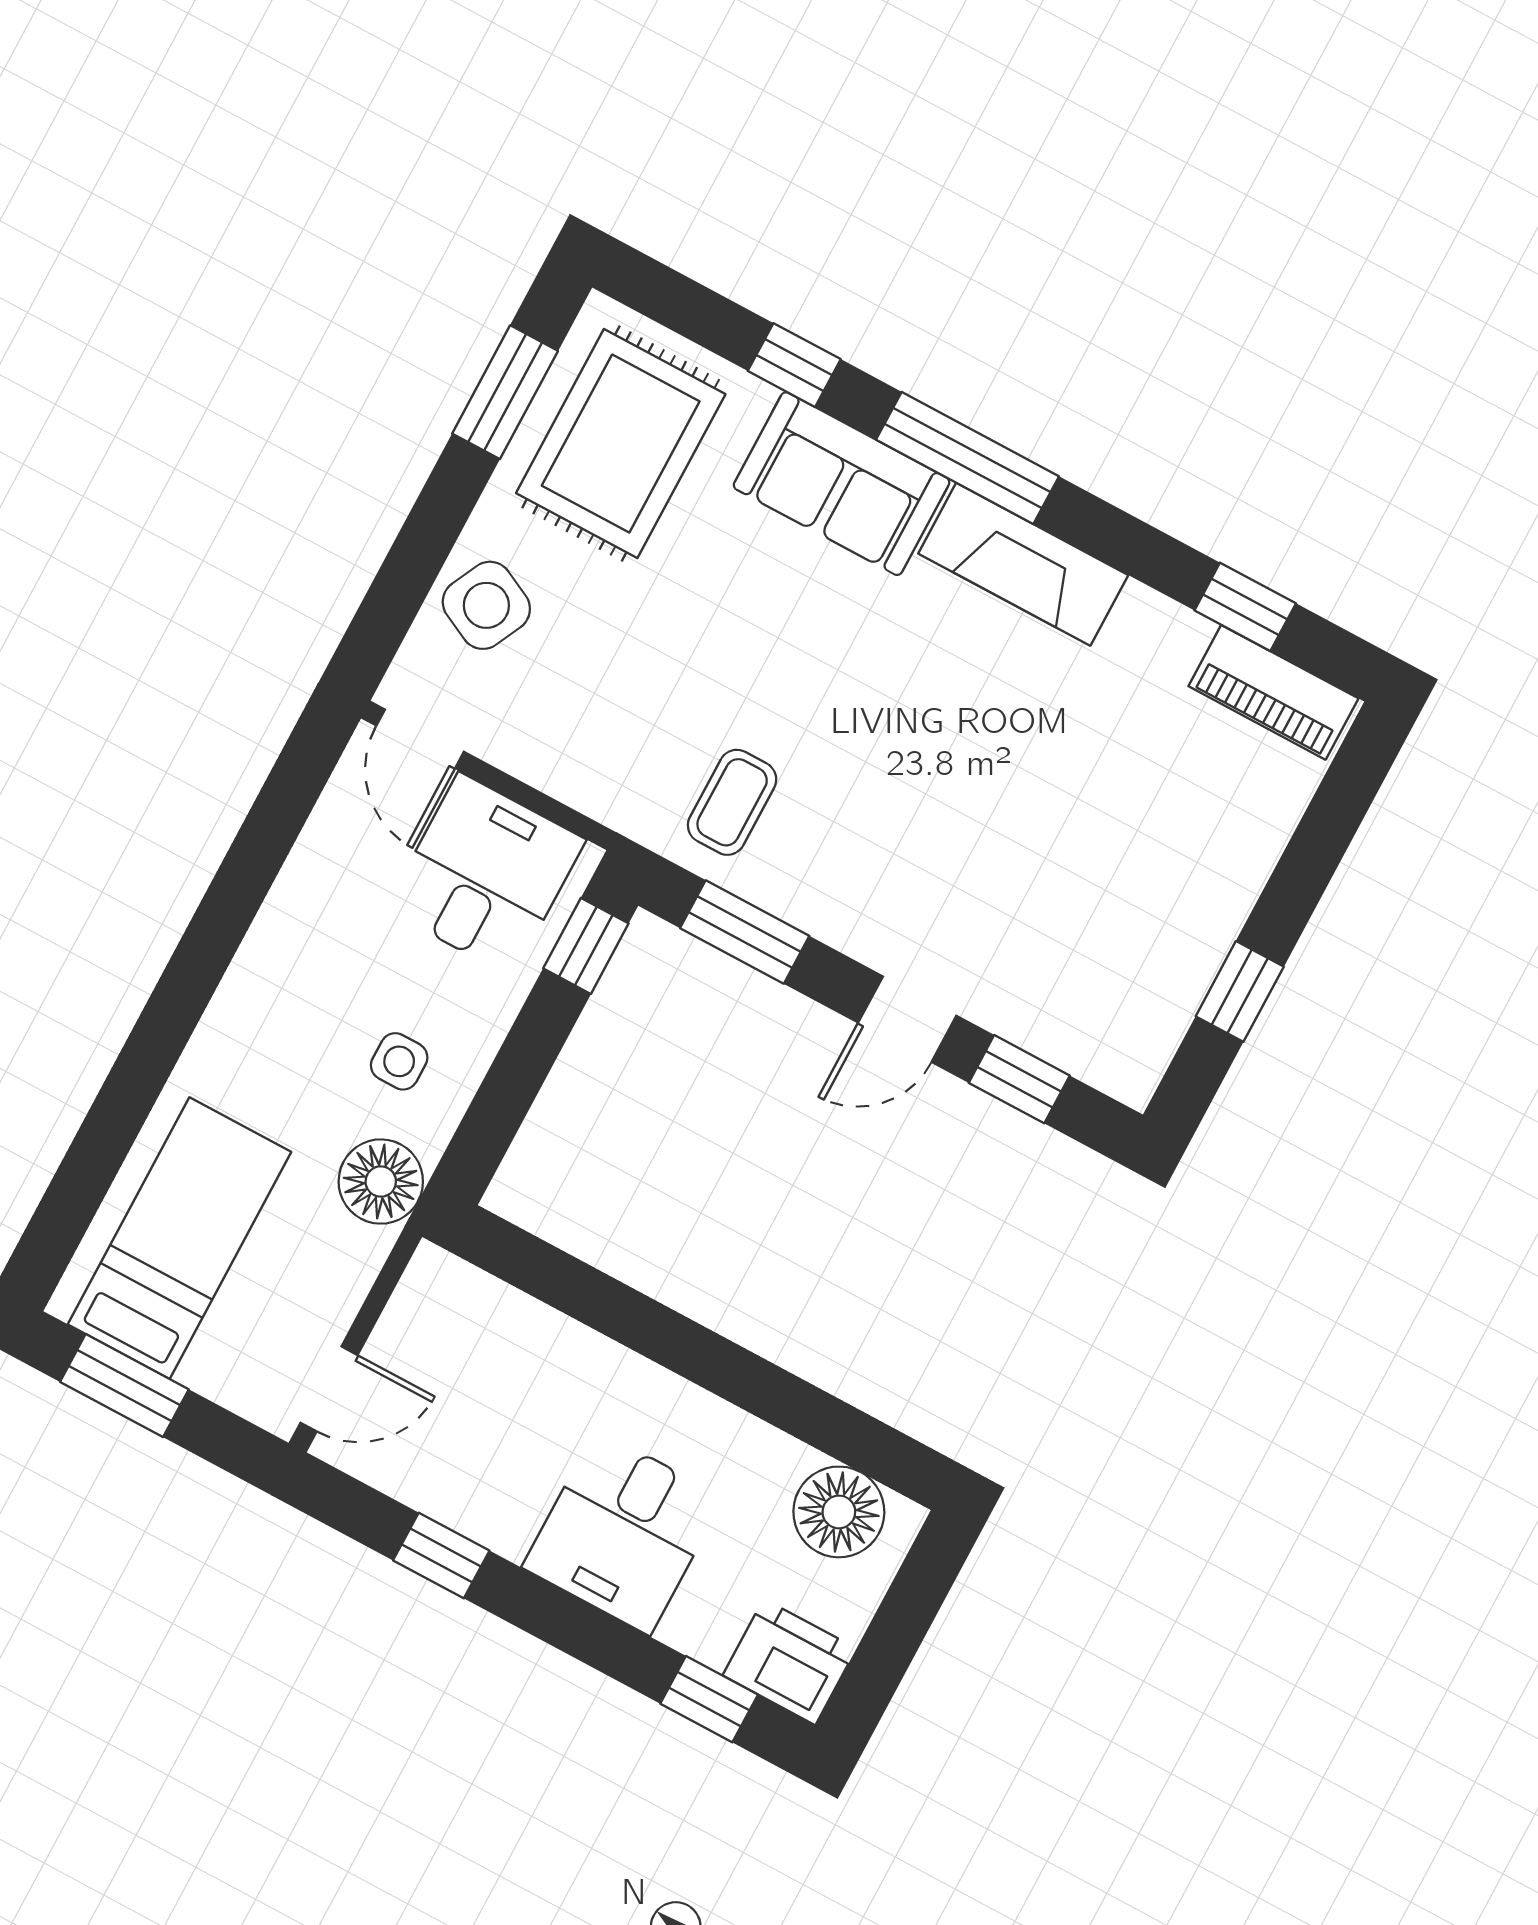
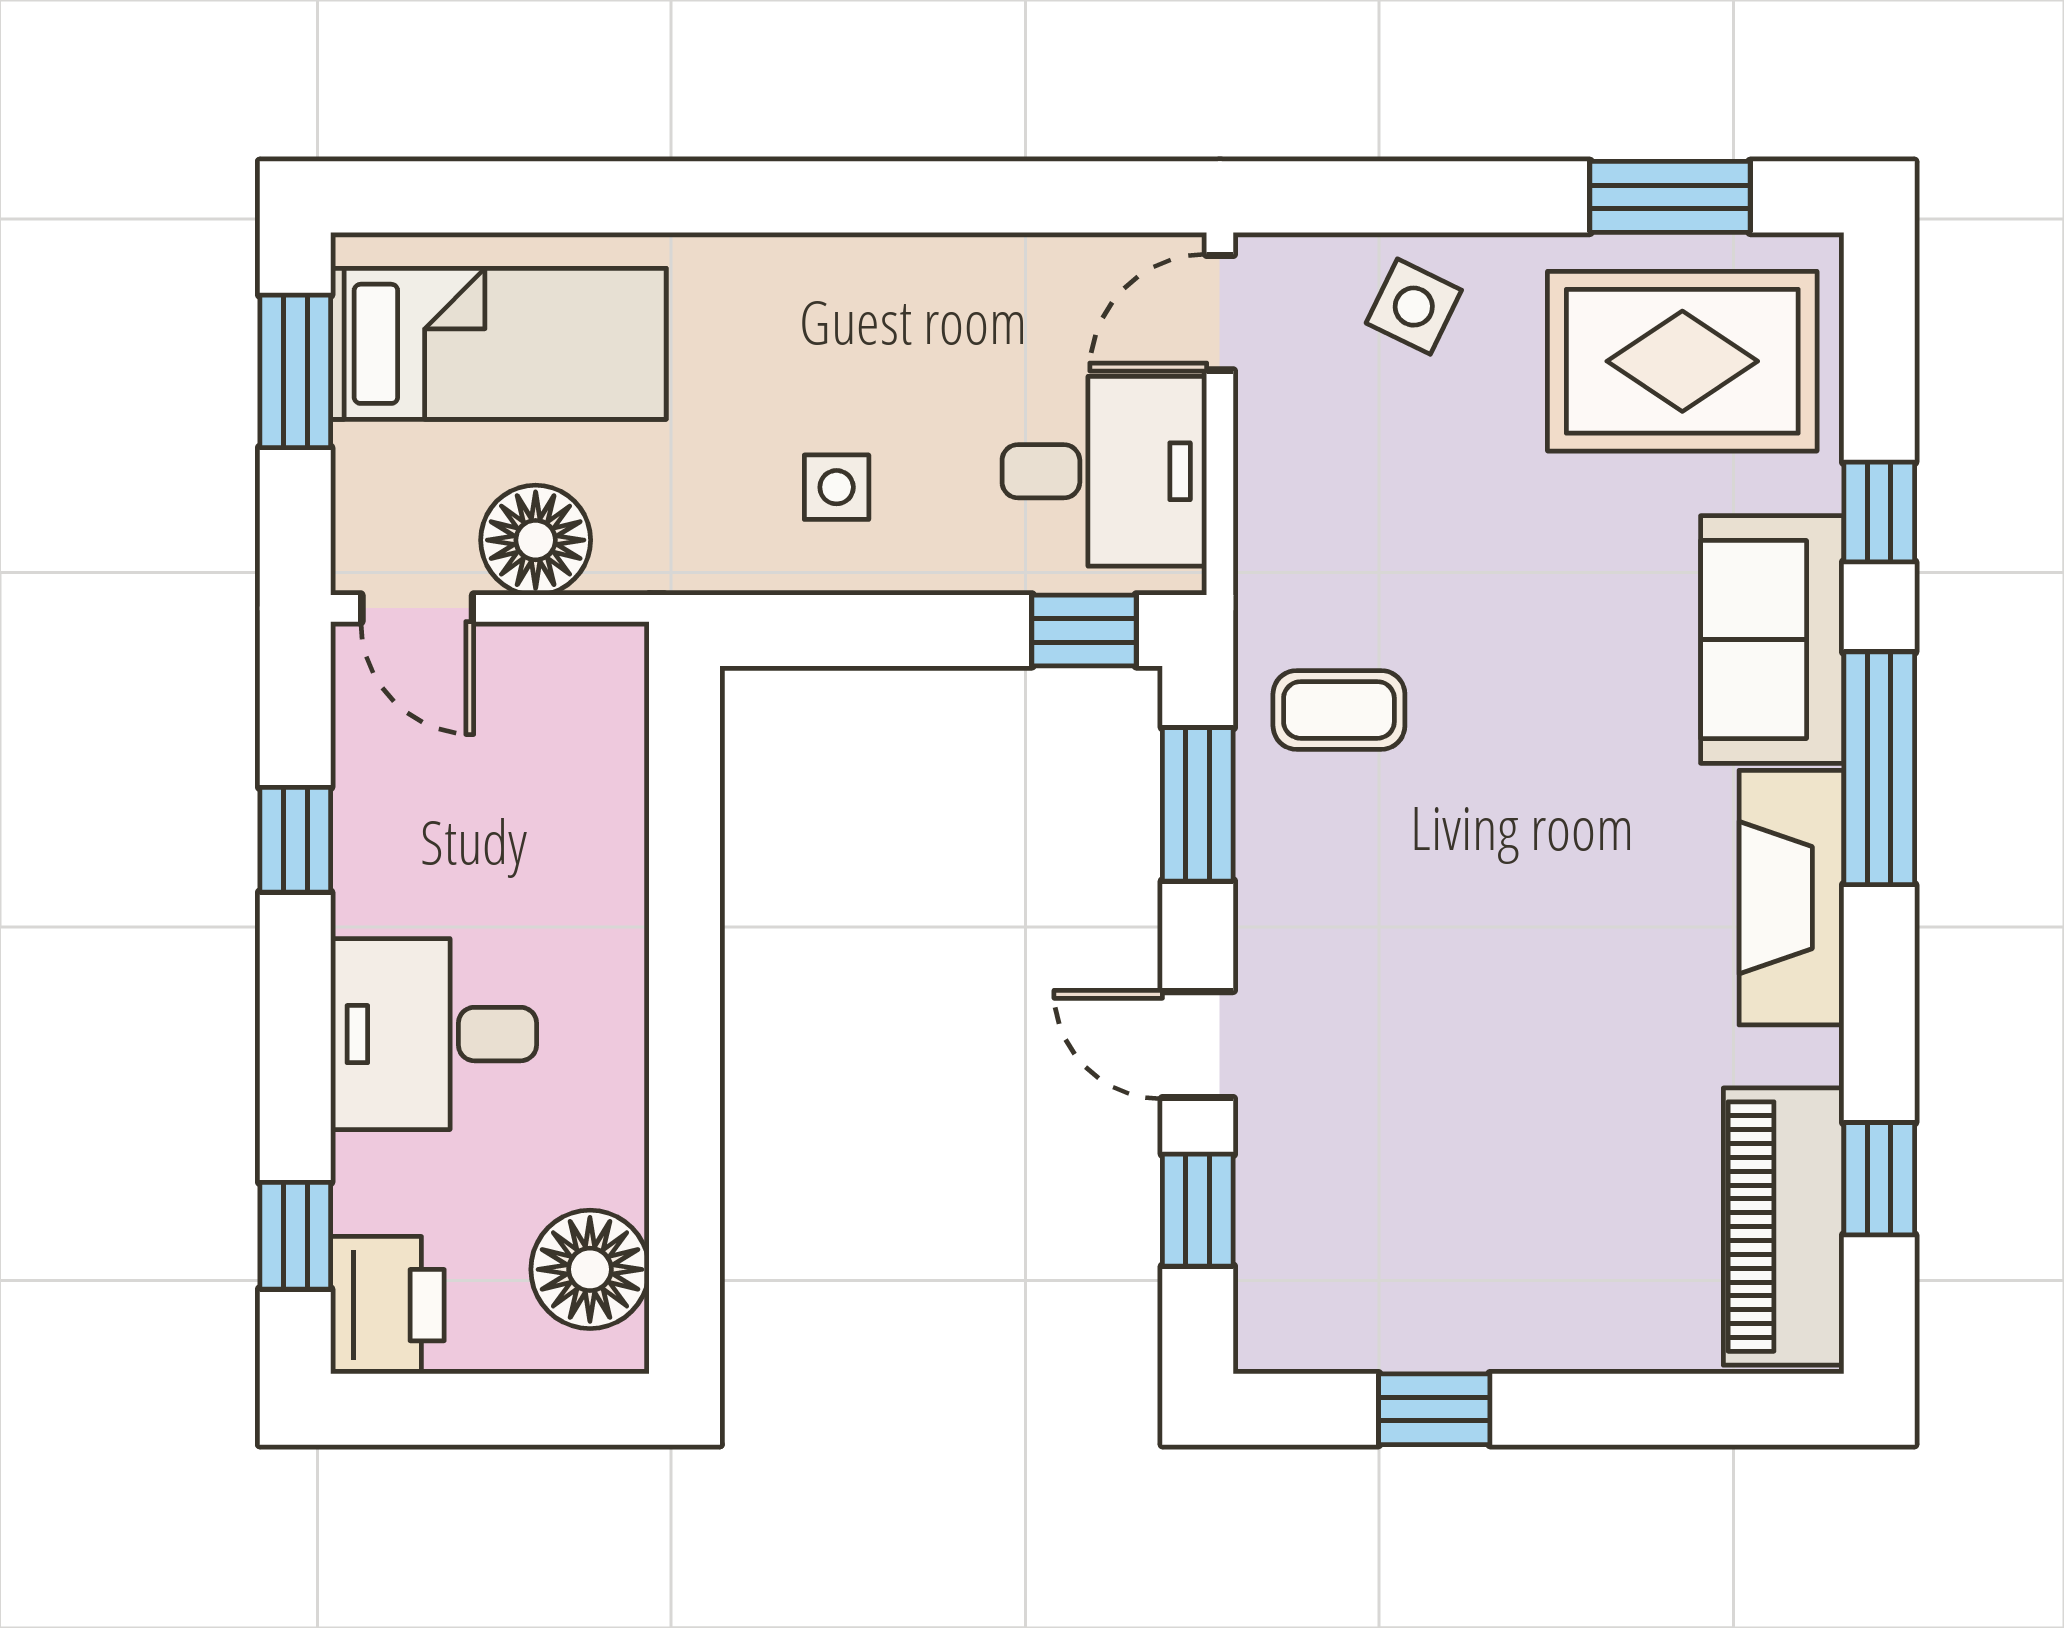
side table: (486, 605) -> (1414, 307), width x0.73, depth x0.73
piano: (1273, 692) -> (1784, 1227), width x1.37, depth x1.33
floor lamp: (381, 1182) -> (536, 540), moved

